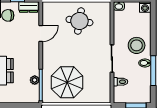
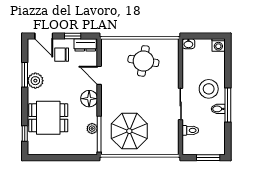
door: (41, 34) -> (99, 75), swing flipped
floor lamp: (32, 54) -> (89, 99), added
window: (153, 71) -> (228, 105), moved

